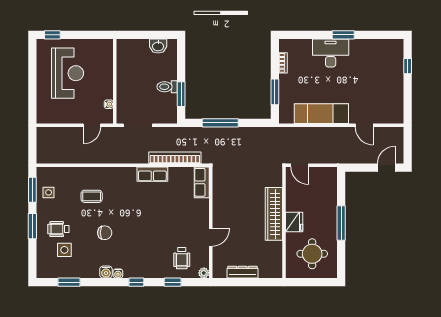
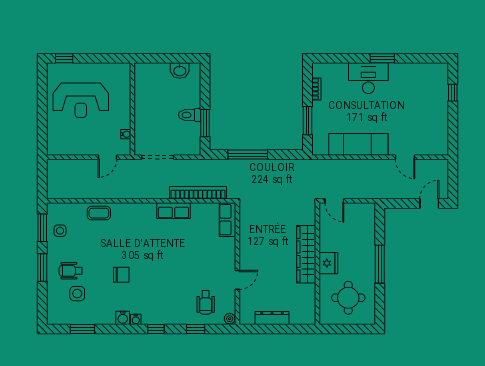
reception desk: (68, 73) -> (81, 100), turned 90
coffee table: (92, 196) -> (99, 213), moved

